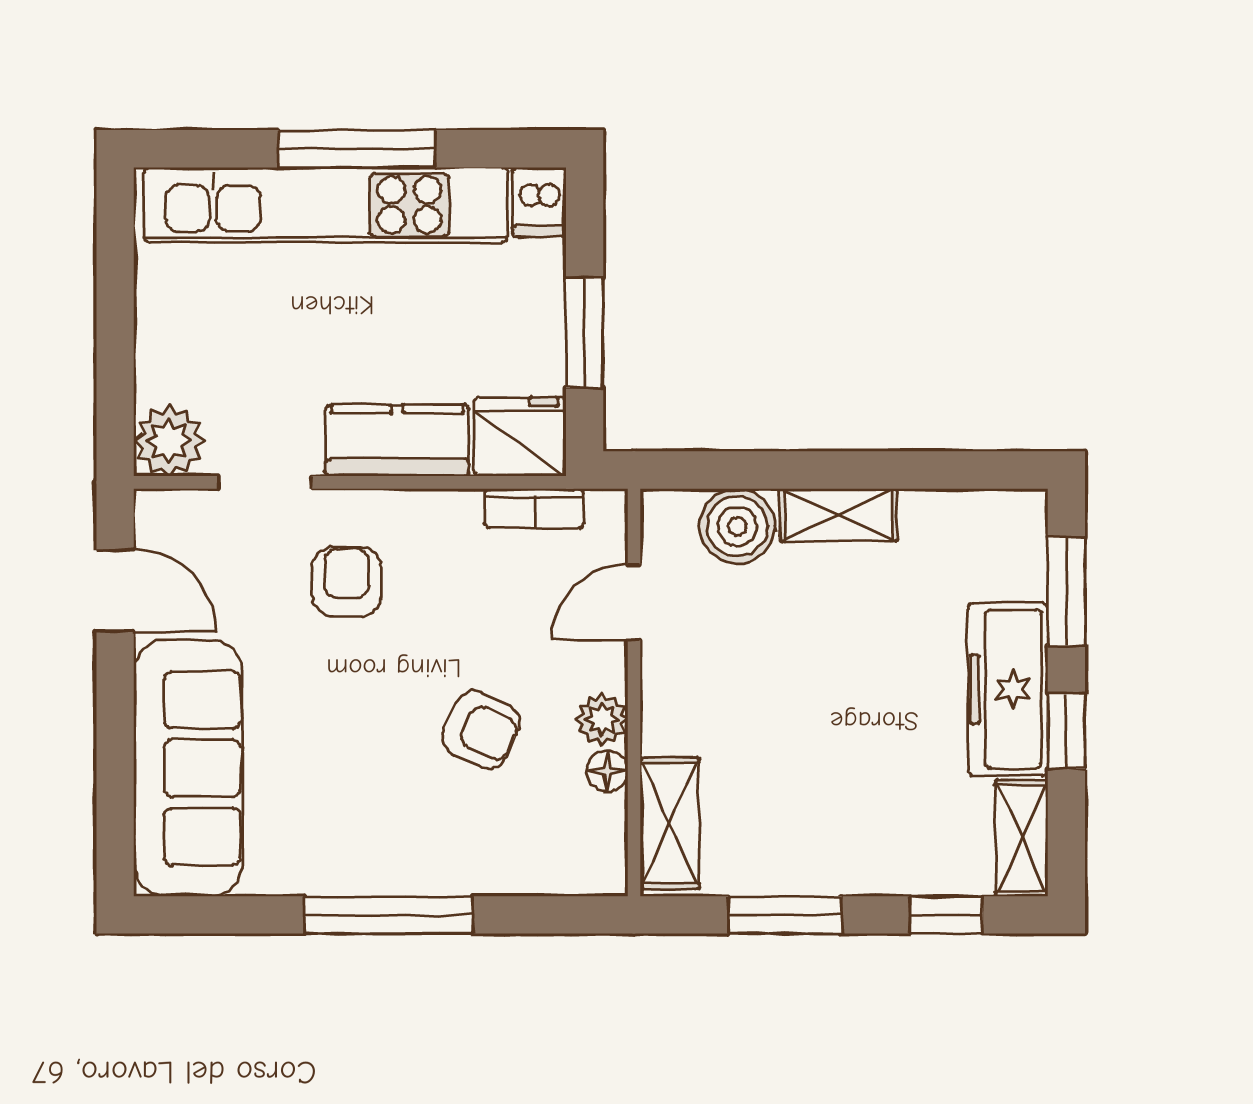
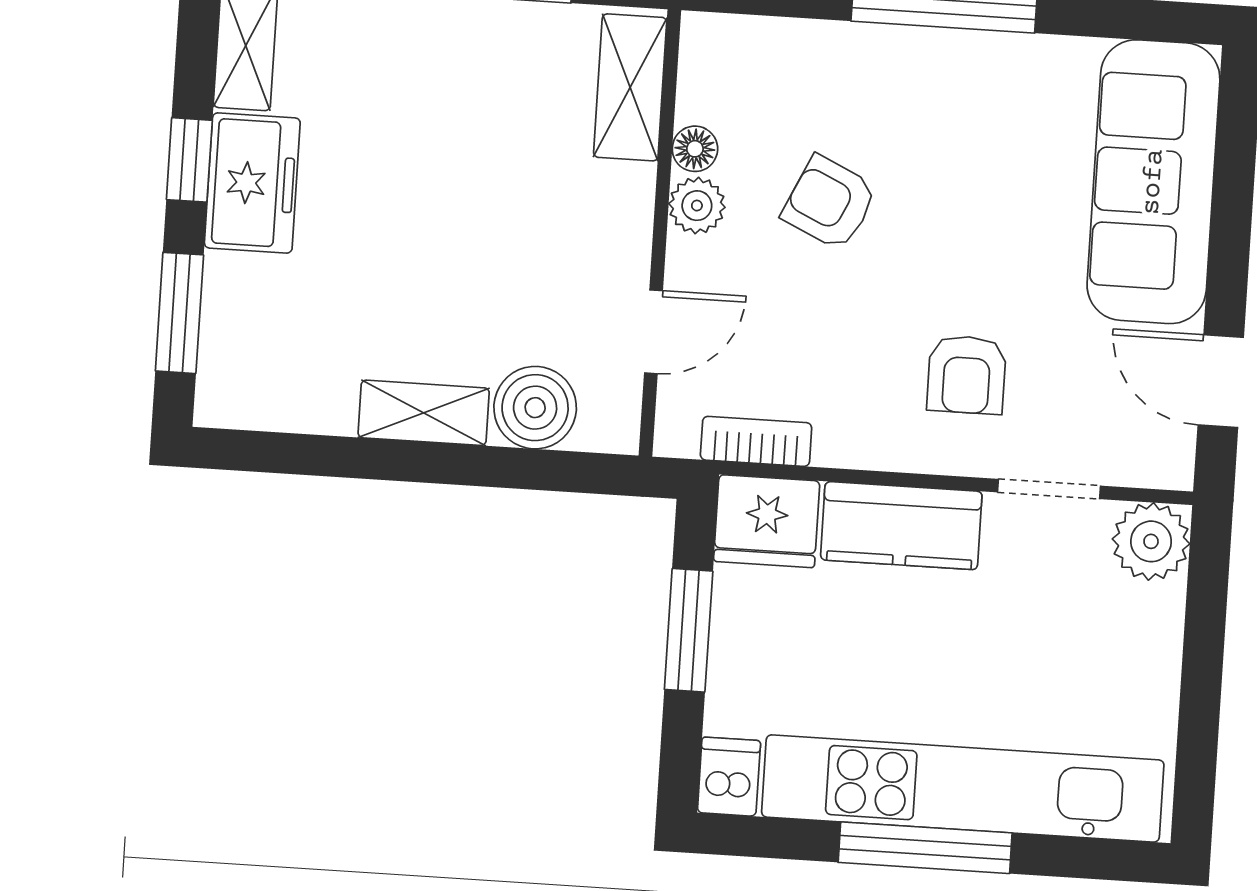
freezer: (1008, 689) -> (252, 183), width x0.71

